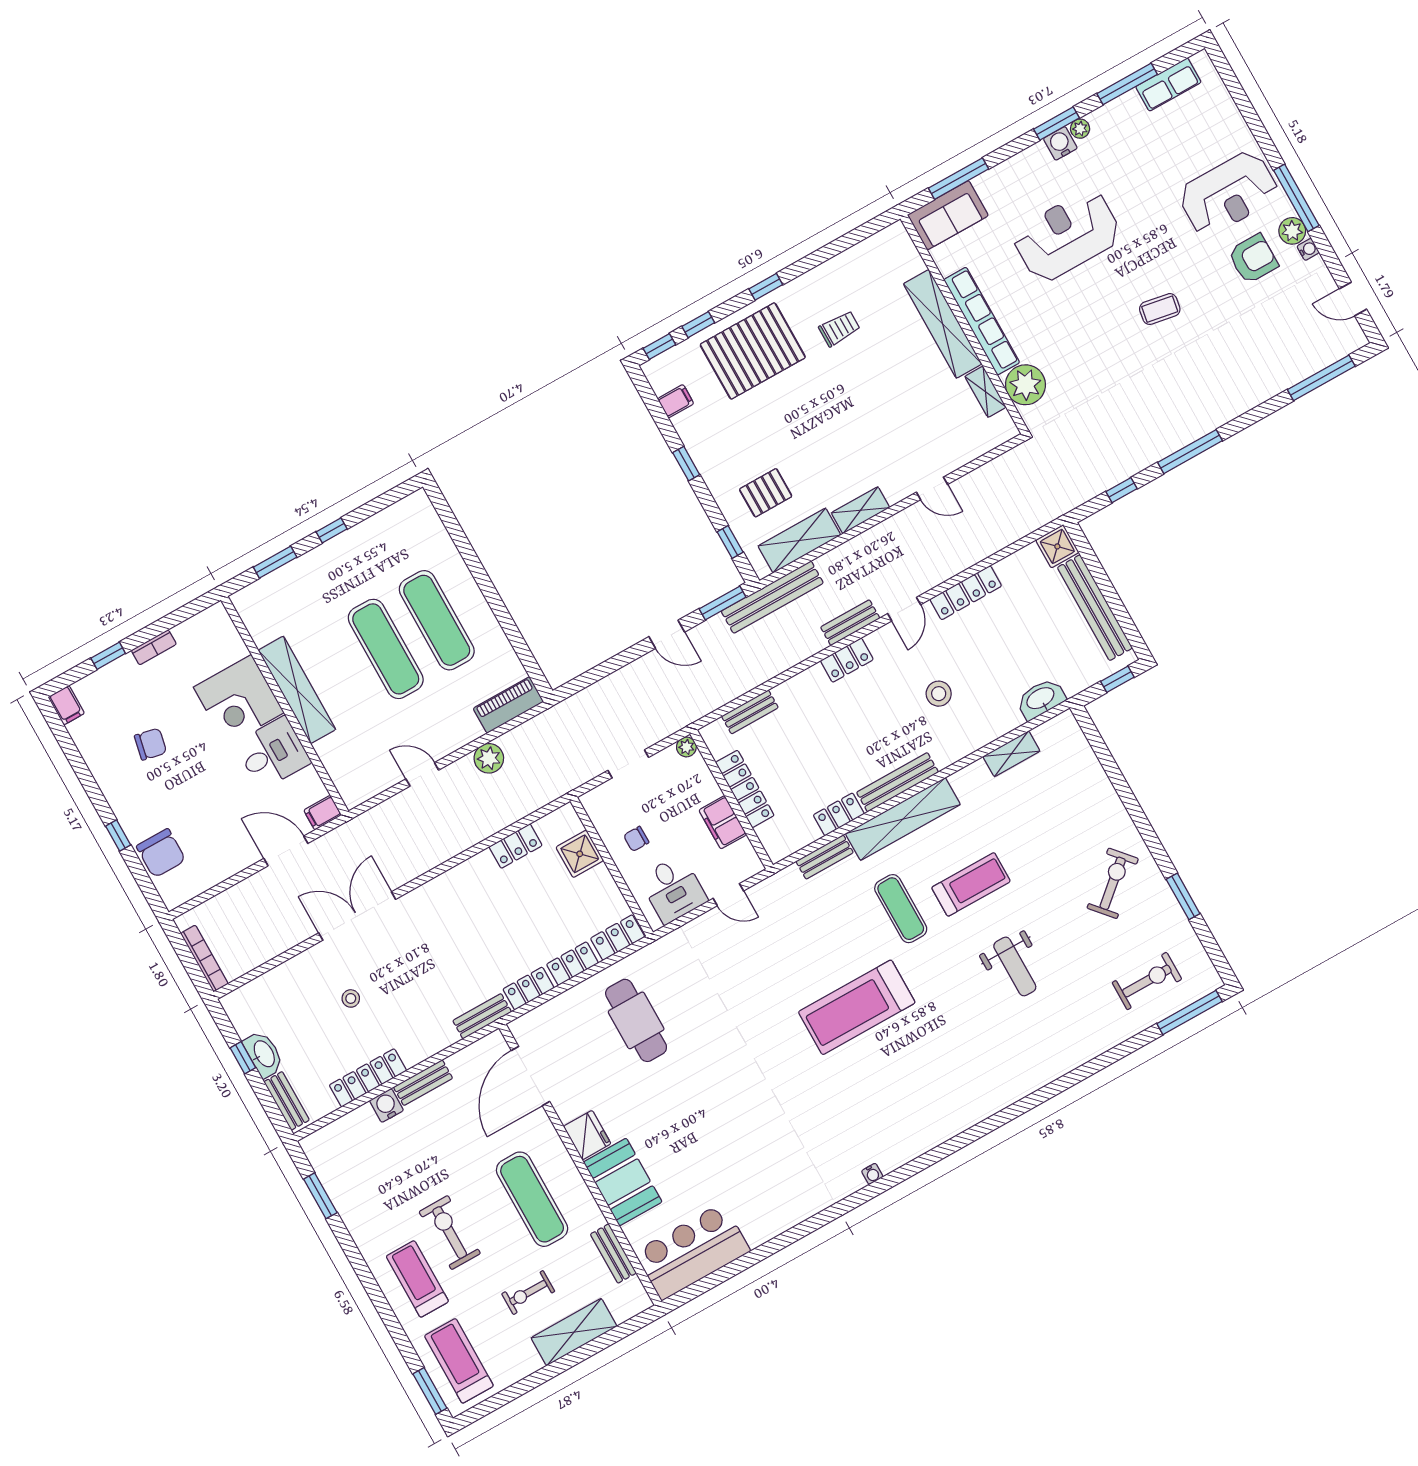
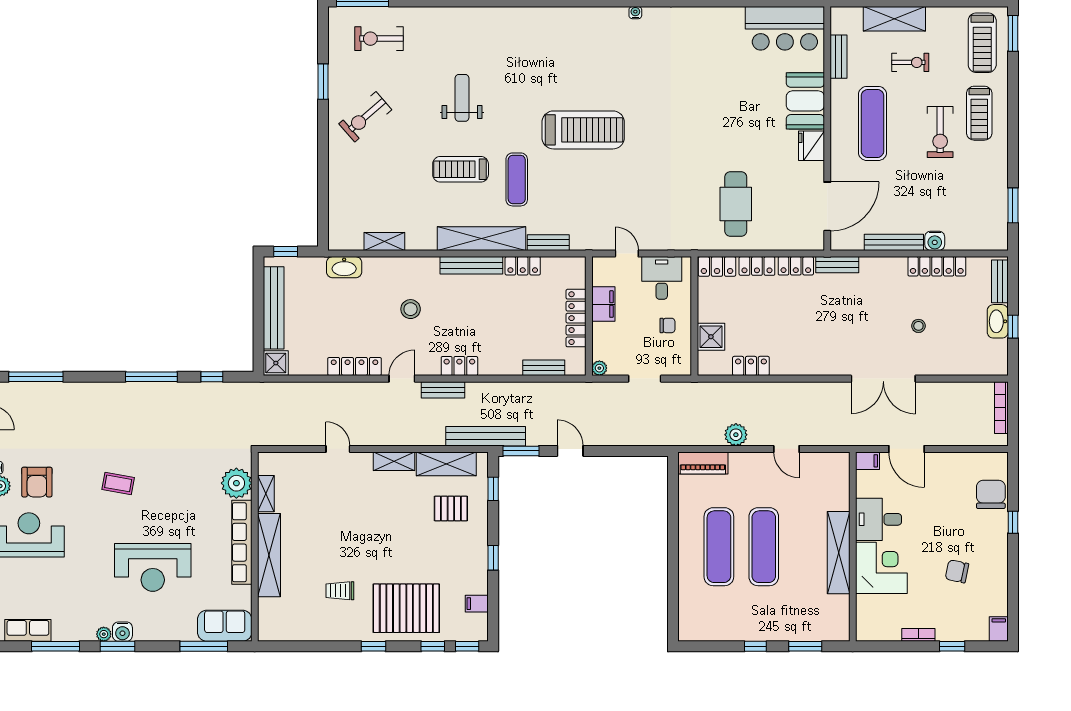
armchair: (1253, 259) -> (37, 482), turned -90
bench: (423, 1083) -> (894, 242), width x1.36

